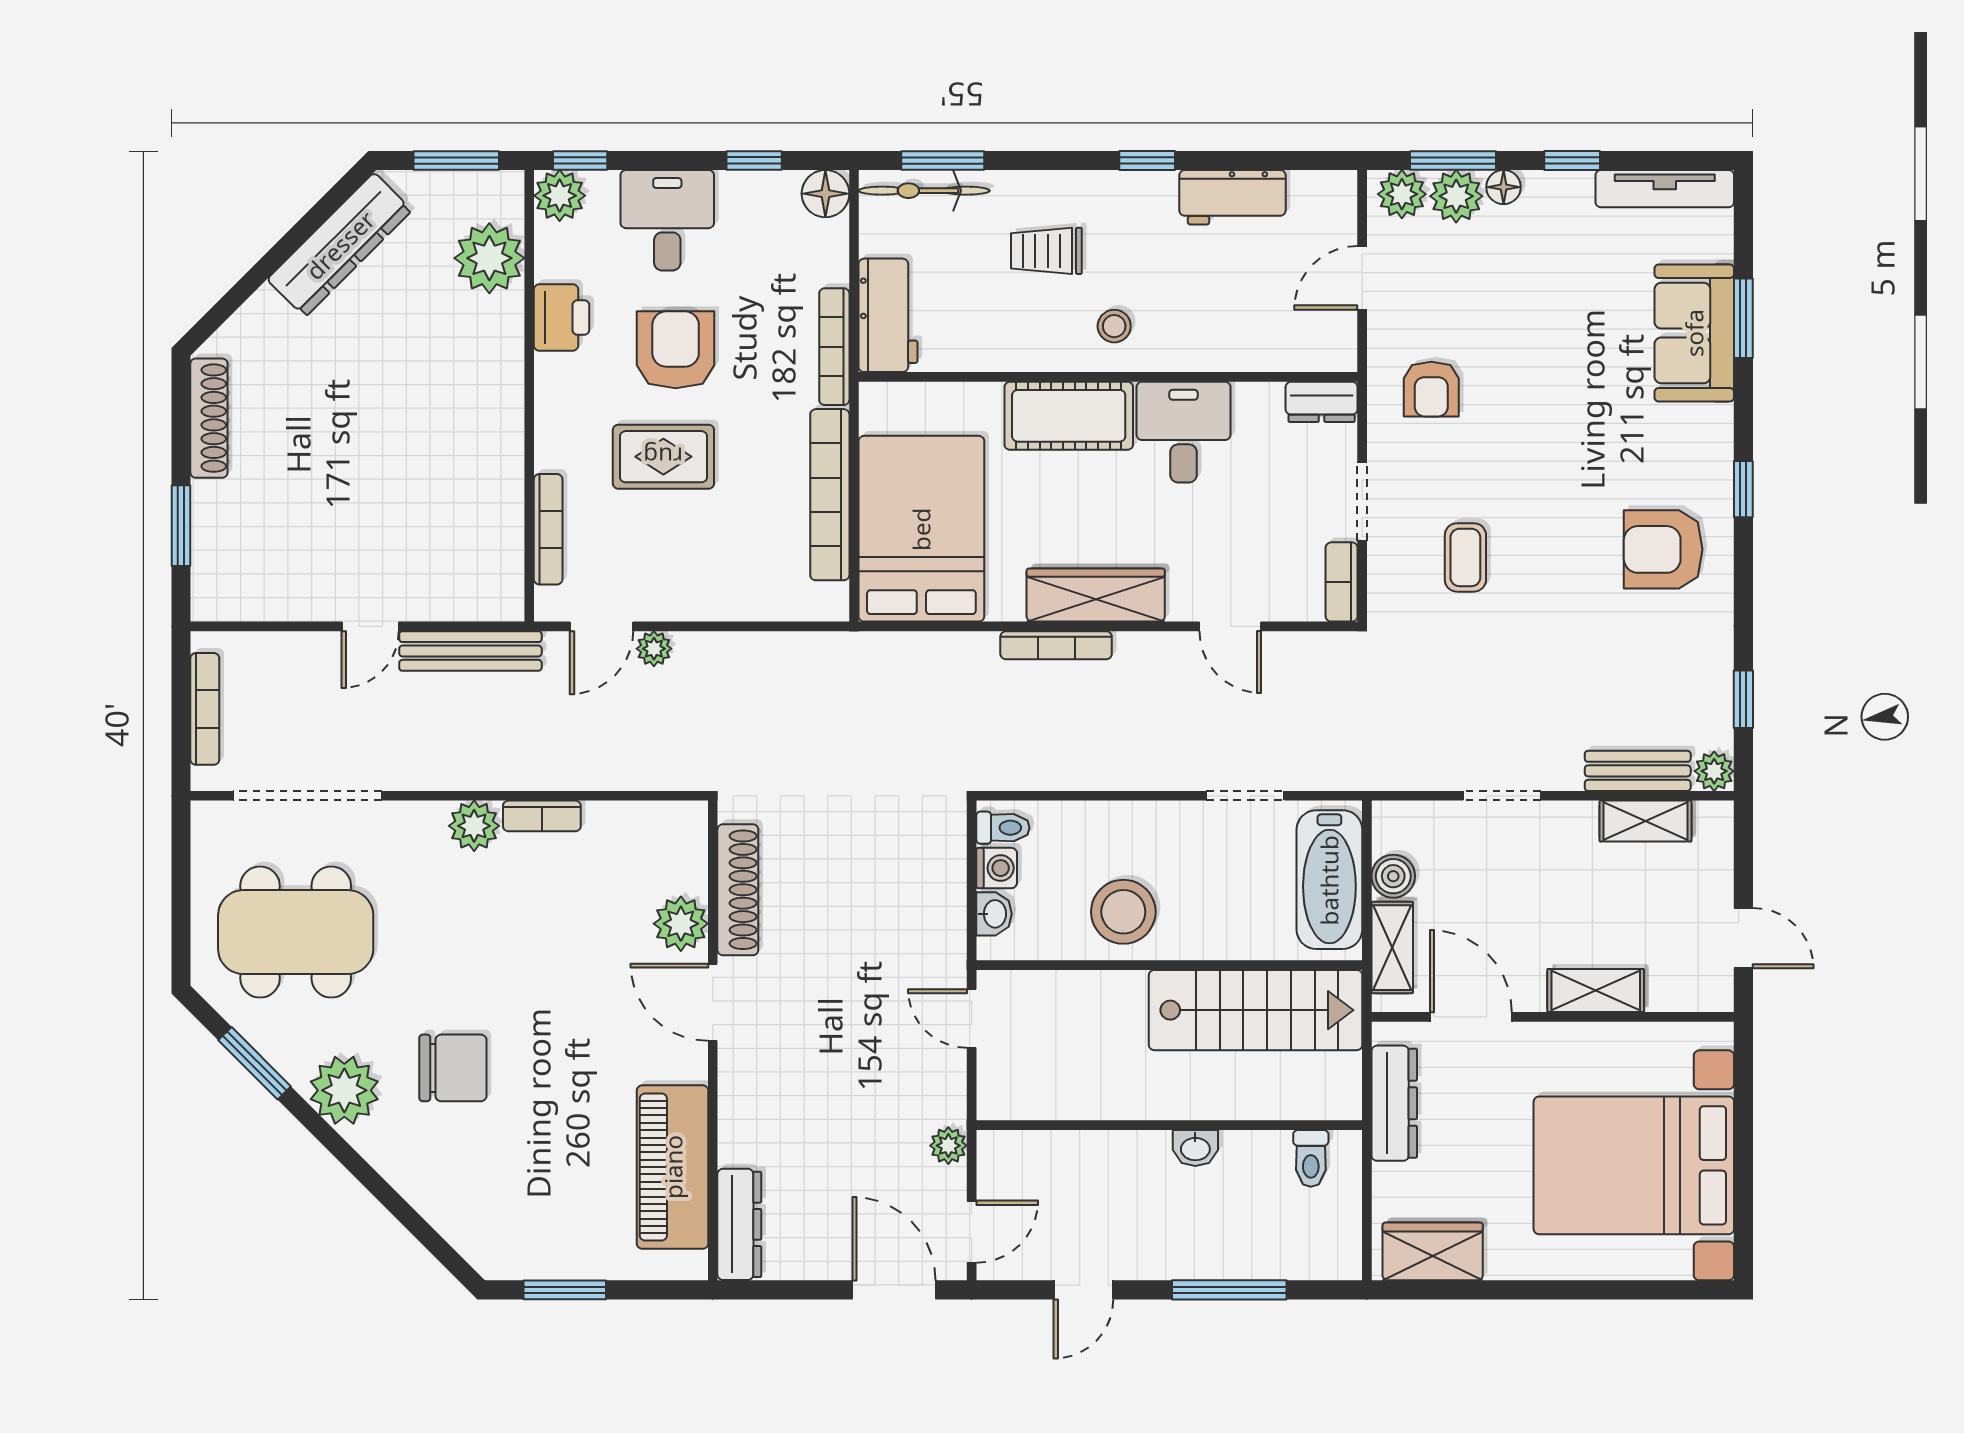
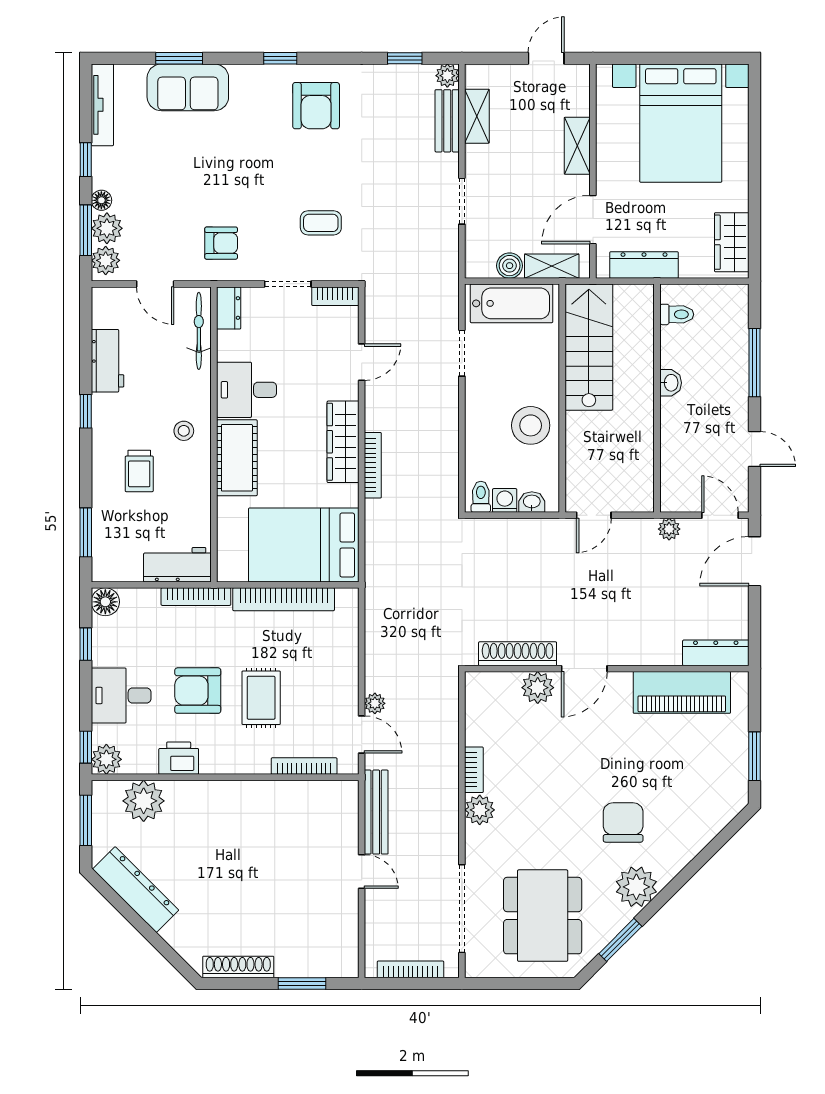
bicycle: (924, 191) -> (199, 331), moved, turned 180

